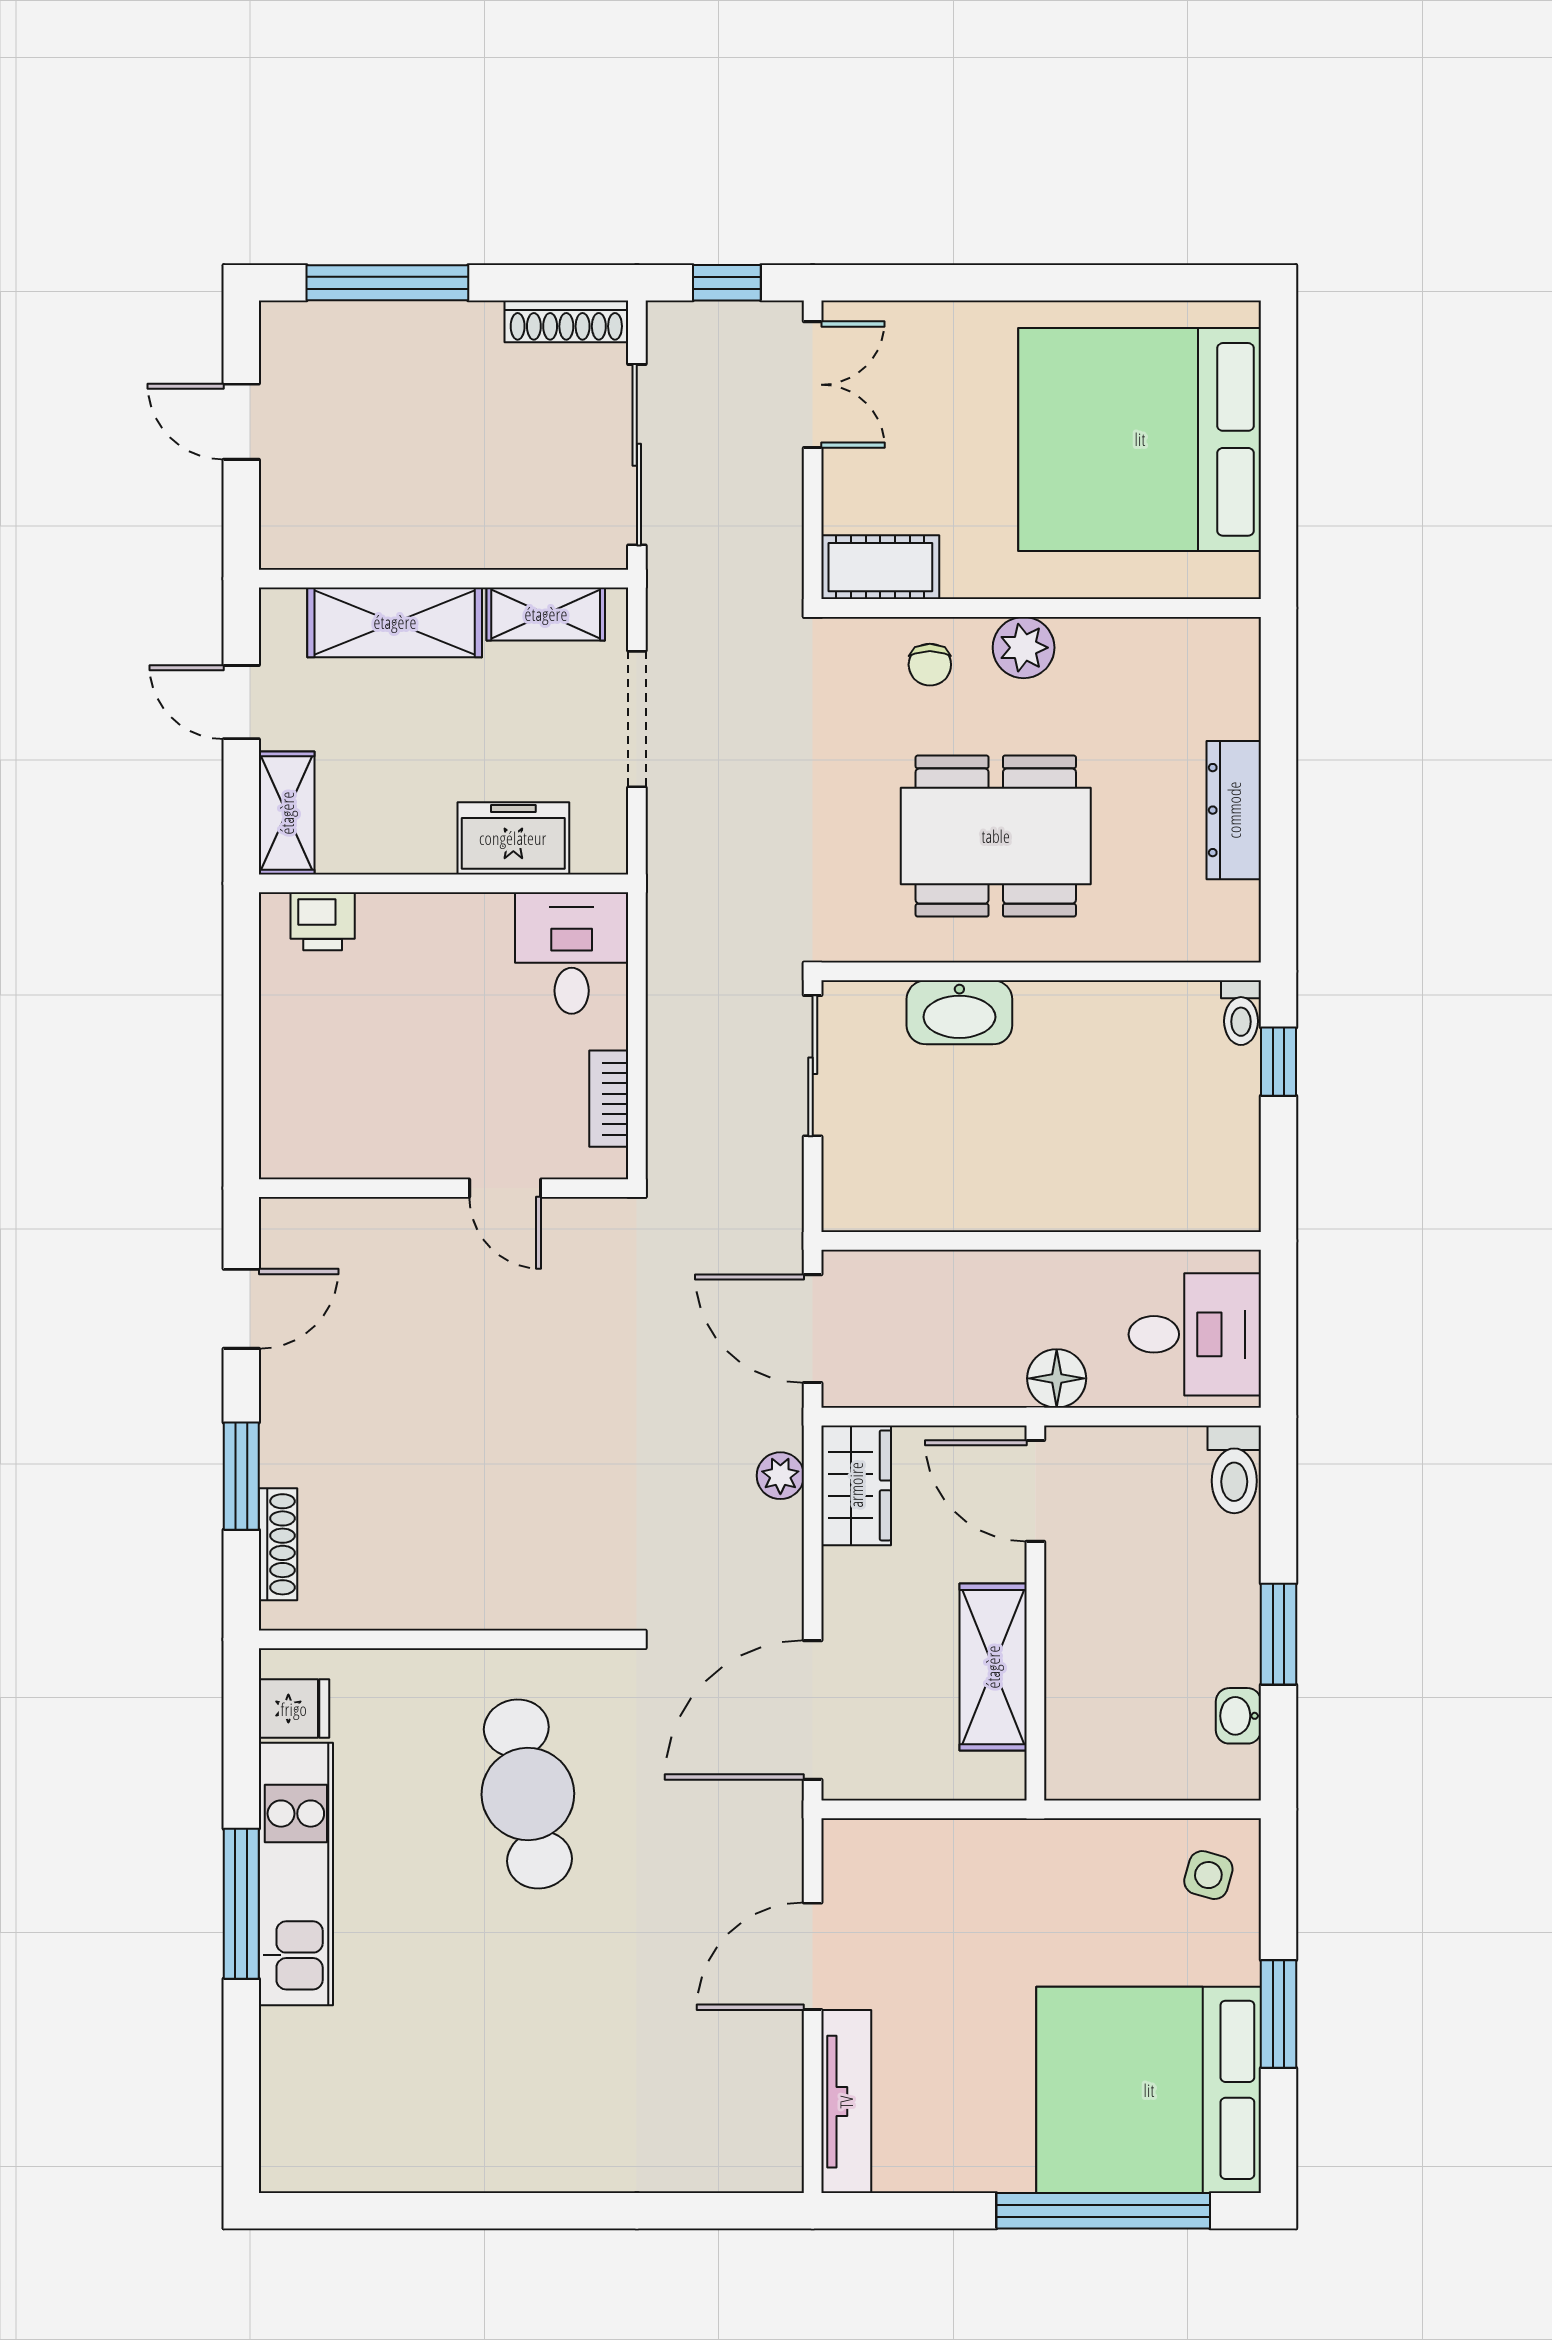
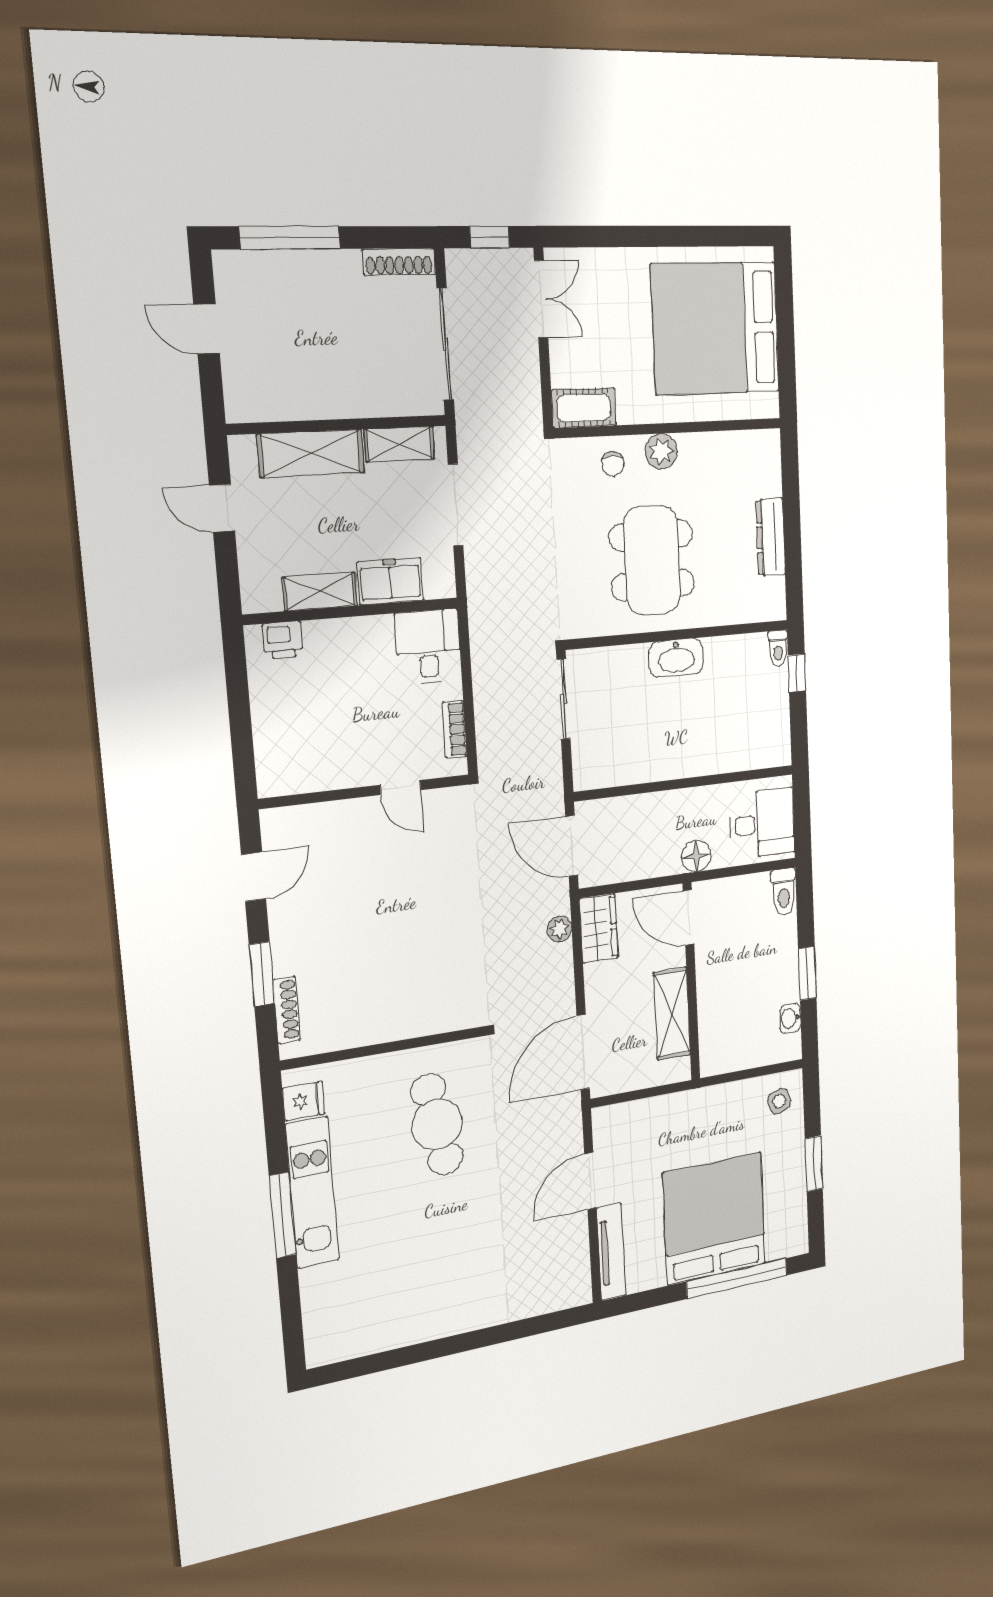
shelving: (287, 813) -> (320, 592), moved, turned 90
dining table: (996, 836) -> (652, 560), turned 90
washbasin: (959, 1012) -> (676, 658), moved
side table: (1208, 1875) -> (779, 1101), turned -35
bed: (1149, 2090) -> (715, 1219), moved, turned 90

